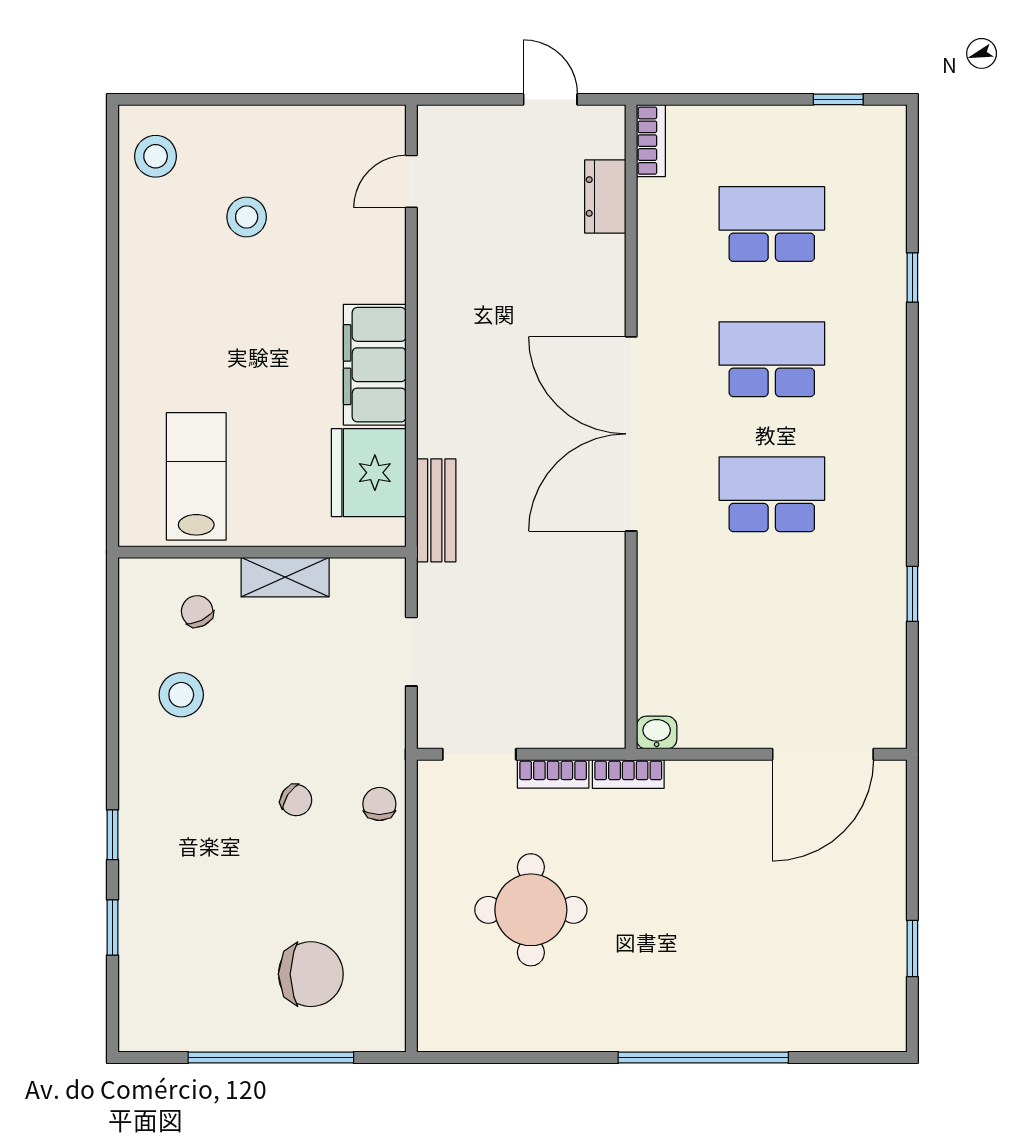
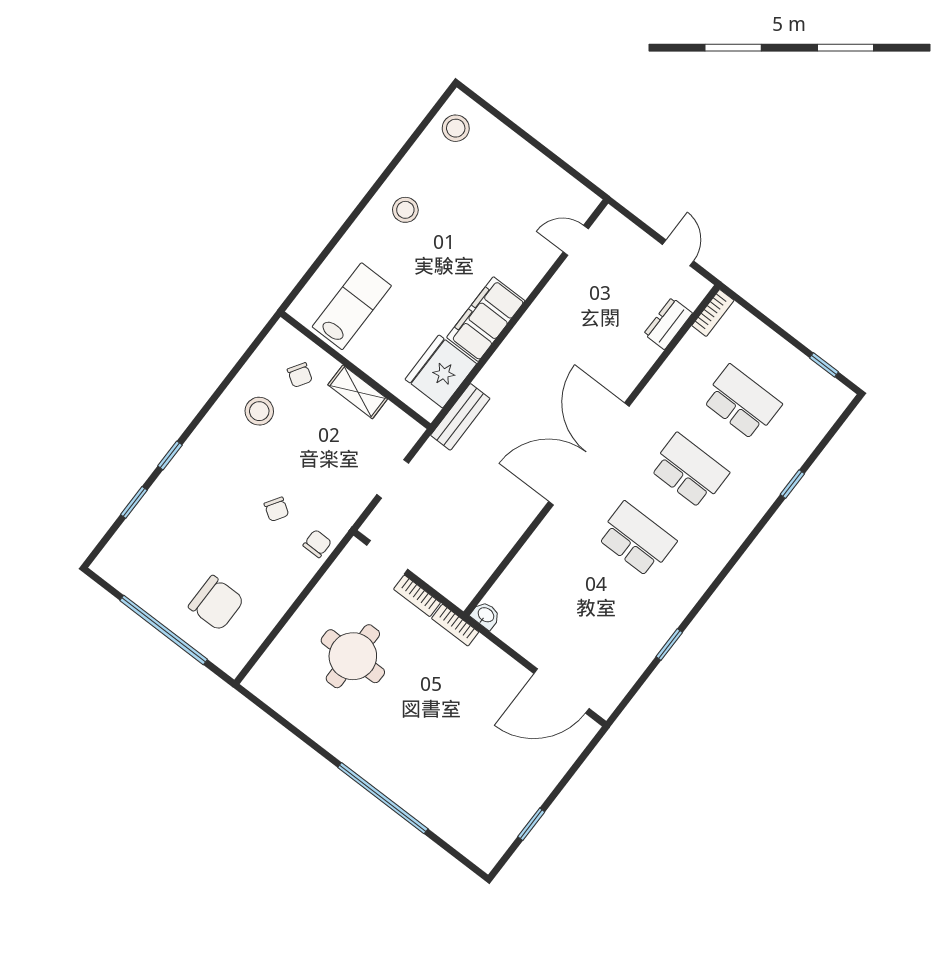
stool: (247, 217) -> (405, 210), moved
chair: (197, 611) -> (300, 375), turned 148

